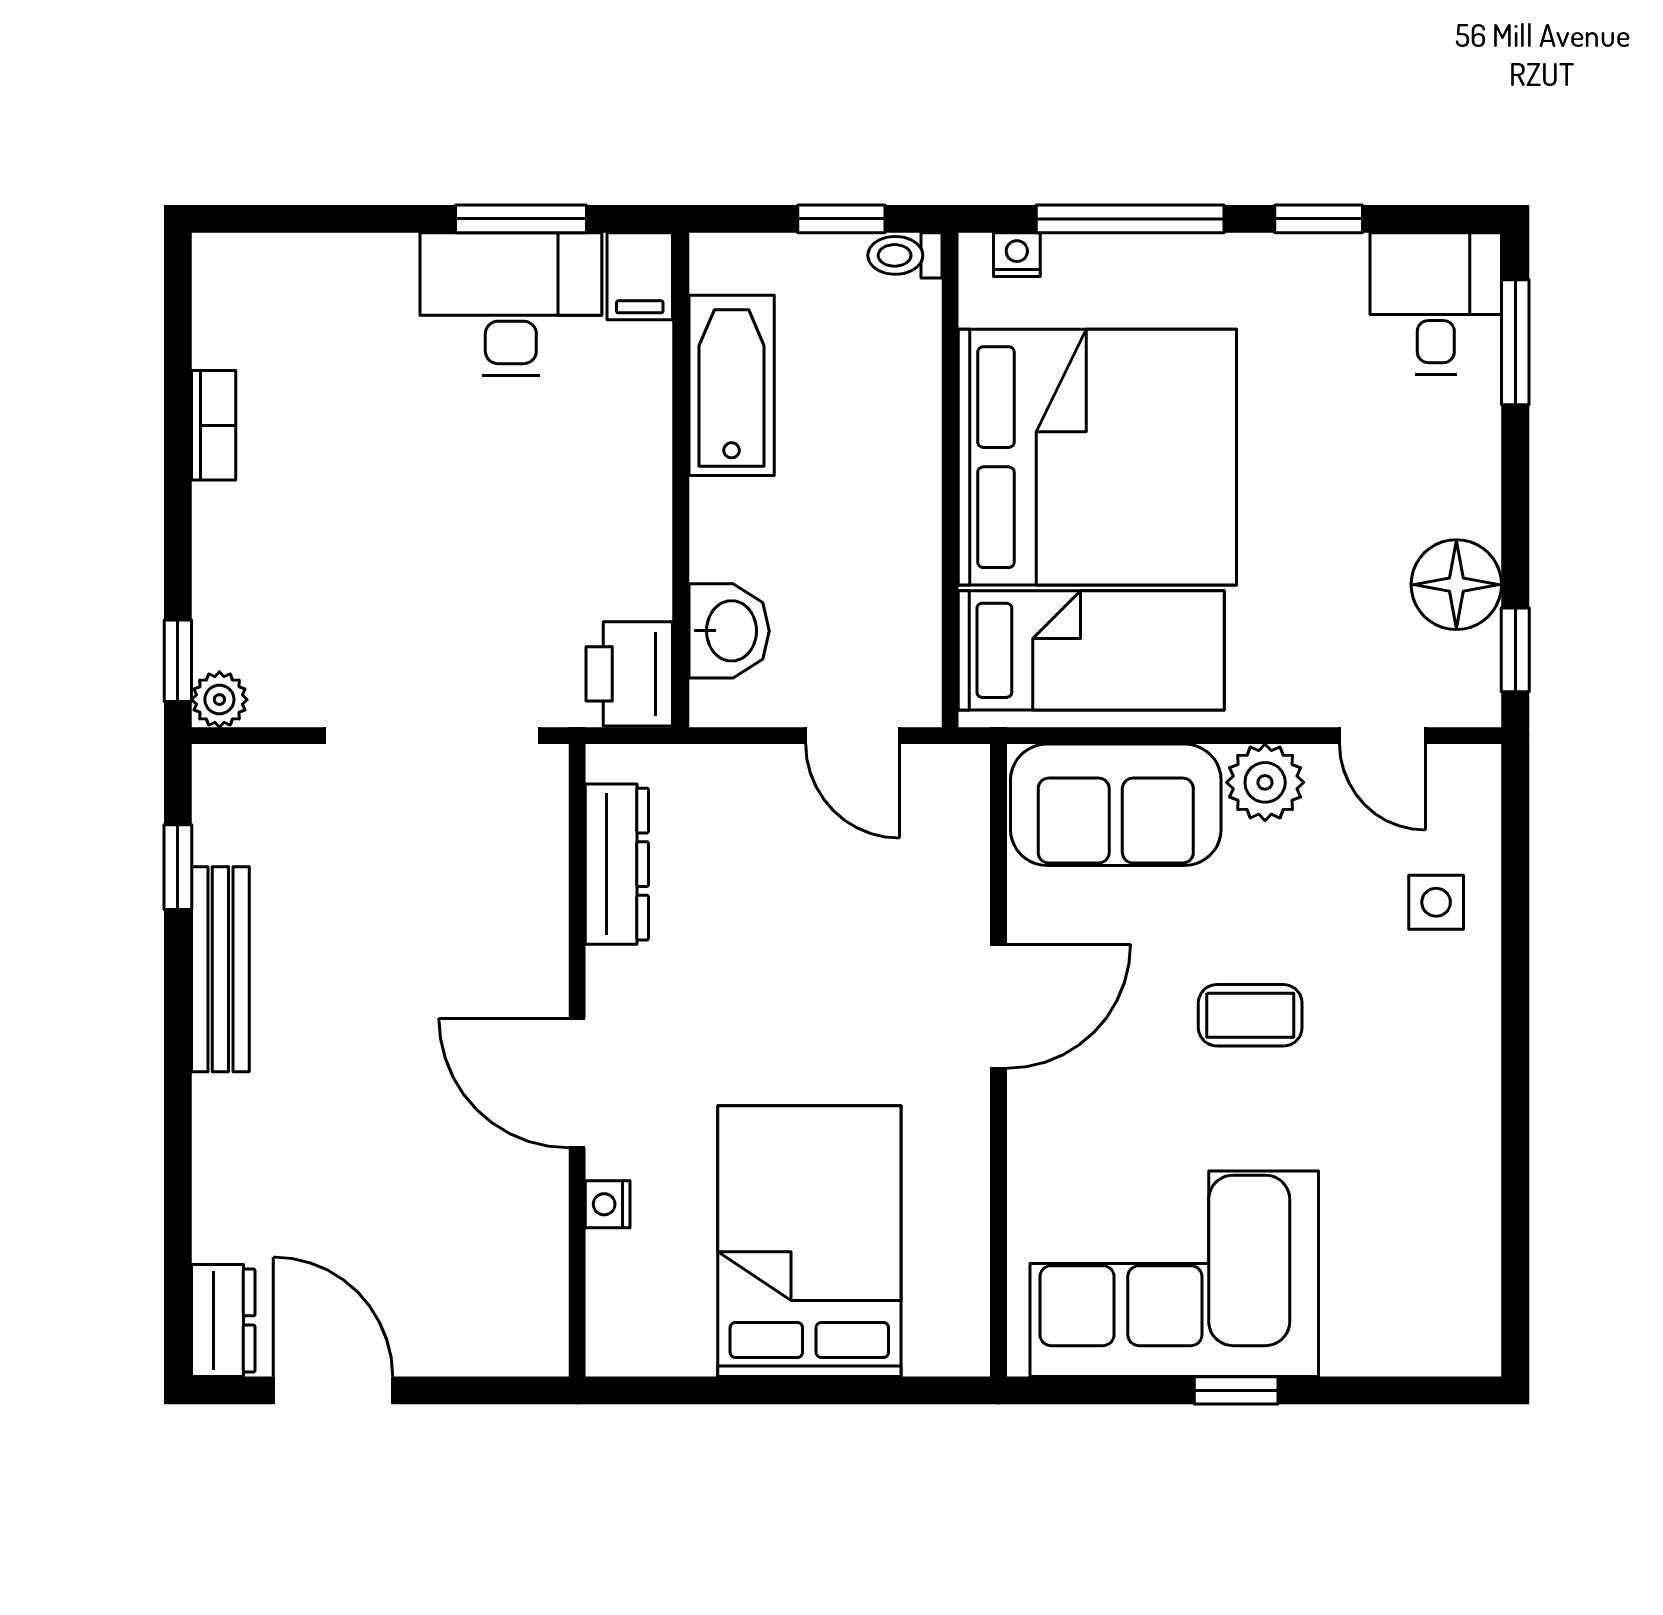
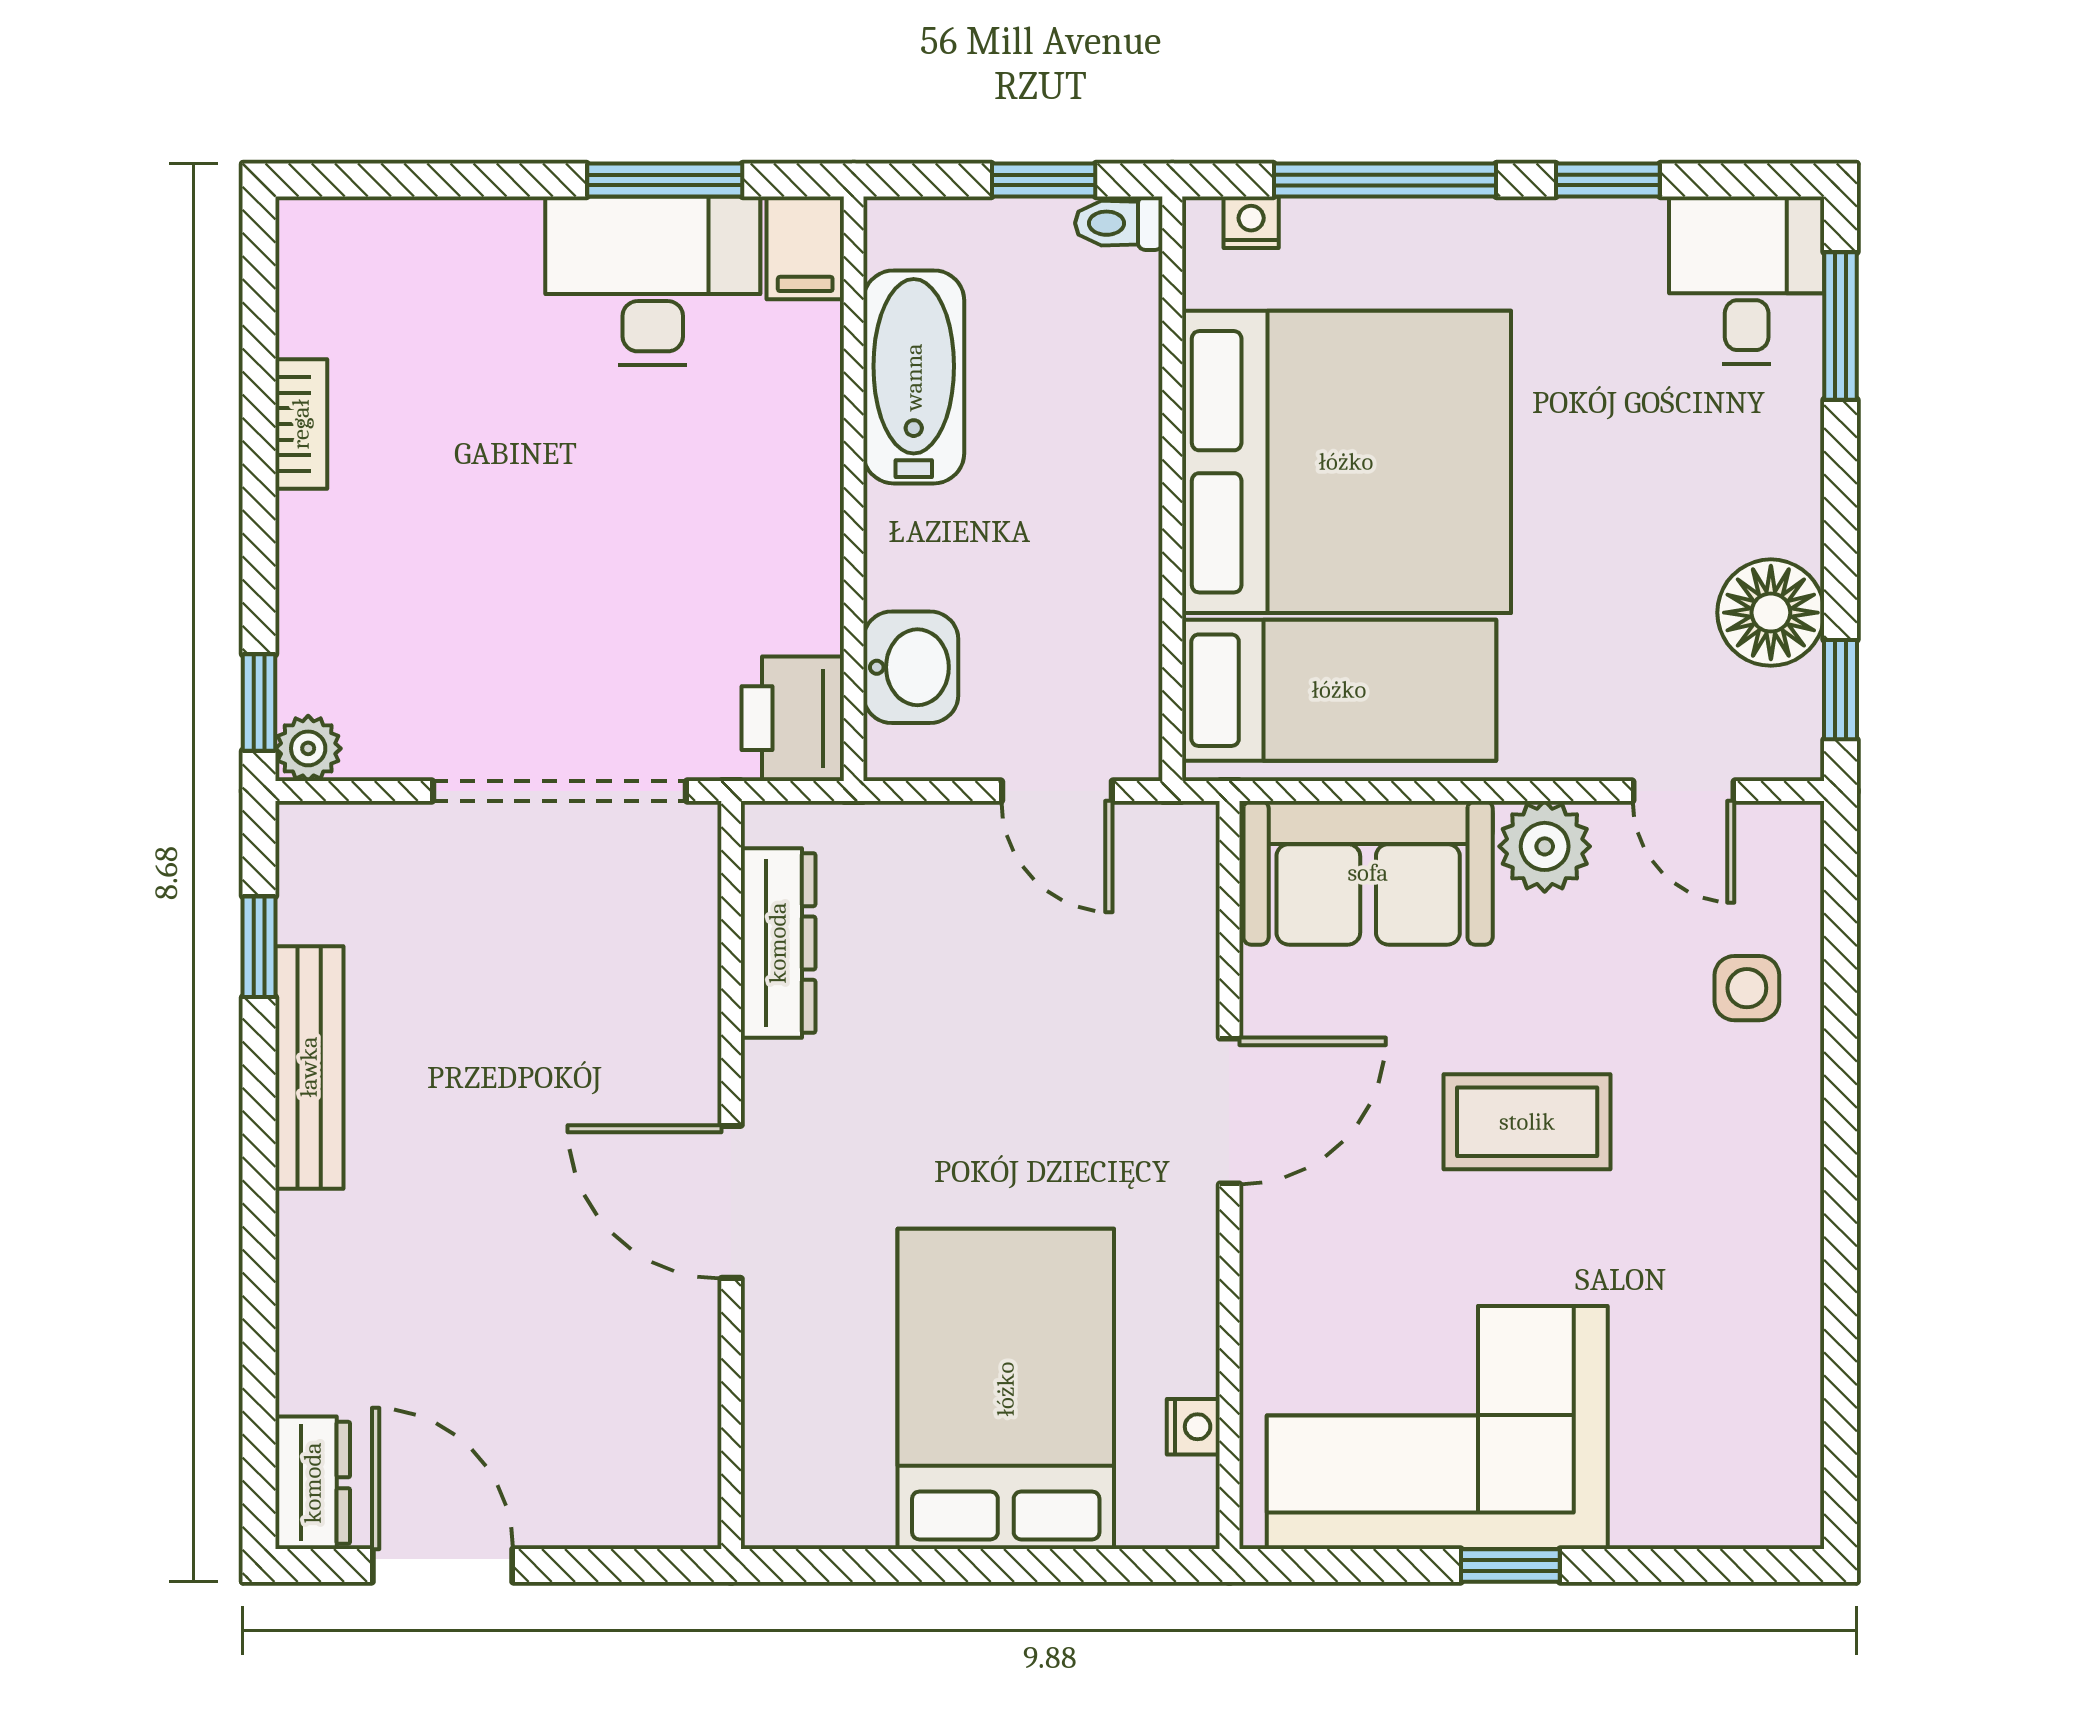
coffee table: (1250, 1015) -> (1527, 1122), width x1.36, depth x1.30
nightstand: (608, 1204) -> (1193, 1427), moved, turned 180

